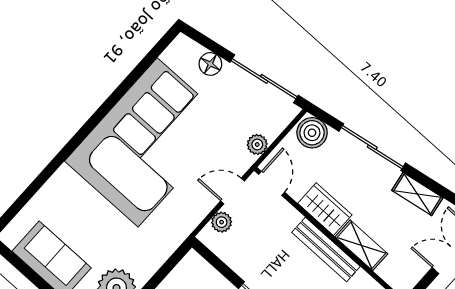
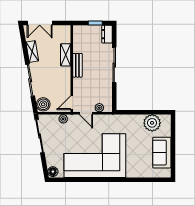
floor lamp: (210, 64) -> (53, 172), moved
wardrobe: (325, 209) -> (65, 78), removed
bench: (326, 249) -> (77, 65), width x0.73

